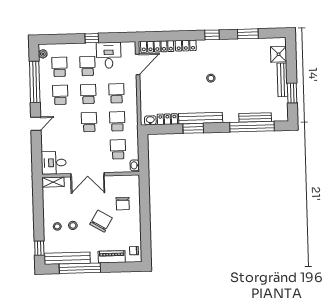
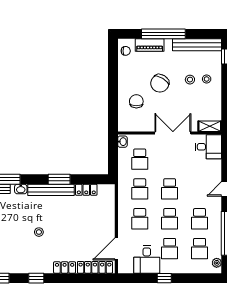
washbasin: (150, 120) -> (21, 189), moved
window: (80, 268) -> (163, 34), moved

